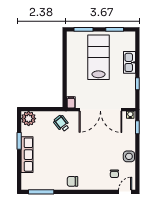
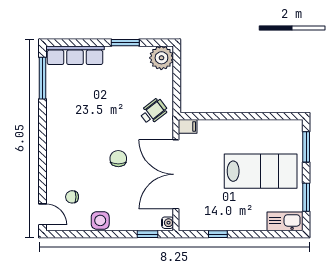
kitchen sink: (130, 62) -> (285, 221), moved
row of seats: (27, 155) -> (75, 55), moved
chair: (72, 181) -> (118, 159), moved

